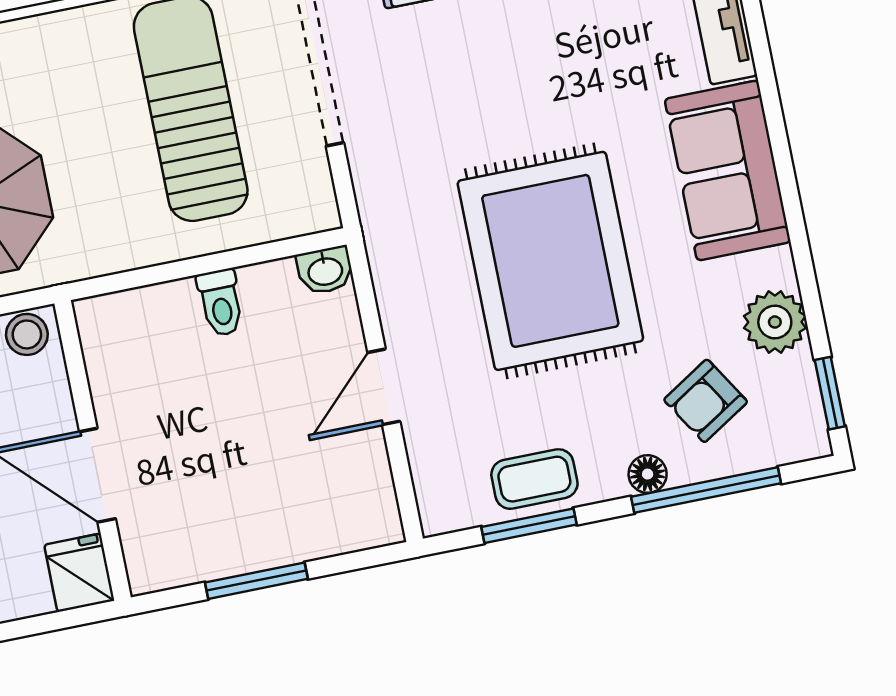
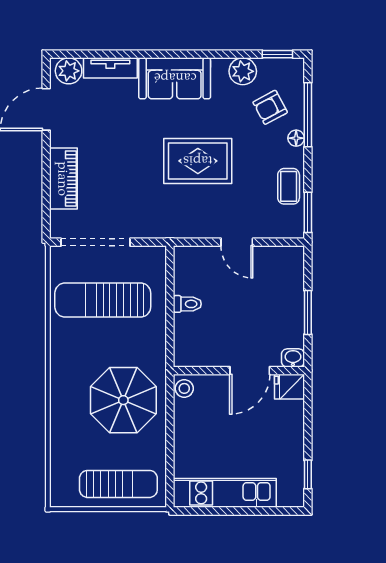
rug: (550, 261) -> (198, 161), width x0.73, depth x0.69
washbasin: (325, 270) -> (293, 358), moved, turned -90
armchair: (706, 401) -> (270, 107), turned 94
window: (529, 526) -> (308, 212), moved

